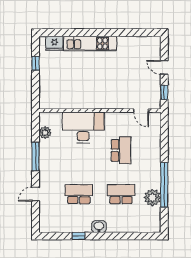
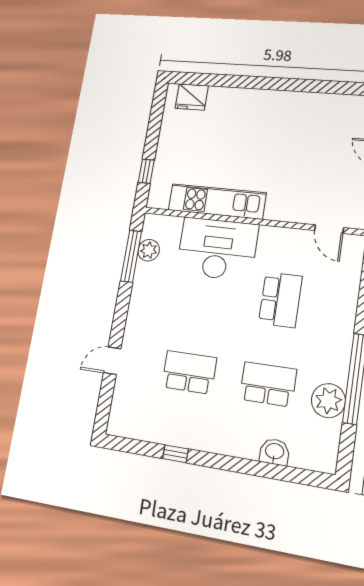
kitchen unit: (90, 43) -> (217, 201), moved, turned 180
window: (36, 63) -> (146, 171), moved
window: (36, 157) -> (131, 256), moved
washbasin: (99, 227) -> (275, 452), moved

